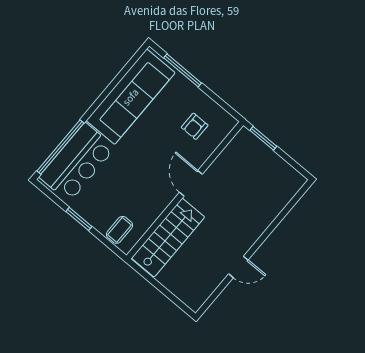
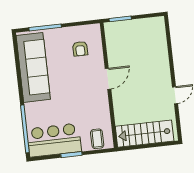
bar counter: (77, 162) -> (54, 140), moved, turned -90
door: (191, 183) -> (108, 79), swing flipped
stairs: (168, 238) -> (145, 134), moved, turned -90

